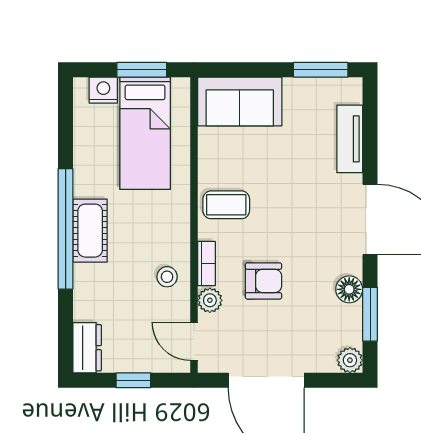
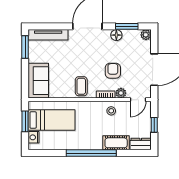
tv unit: (350, 139) -> (48, 35), width x1.41
cot: (90, 231) -> (116, 143), moved

